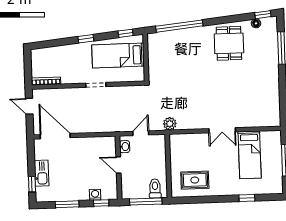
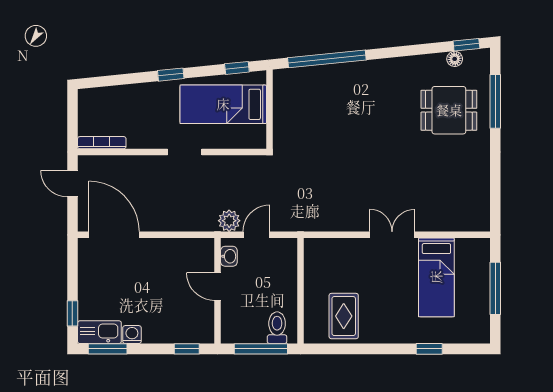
dining table: (229, 43) -> (449, 110), moved, turned 90
plant: (170, 124) -> (229, 221), moved
double door: (222, 130) -> (392, 235), swing flipped
kitchen sink: (42, 173) -> (99, 332), moved, turned -90
rug: (195, 180) -> (344, 316), turned 90
washing machine: (95, 195) -> (132, 335), moved
window: (67, 204) -> (108, 349), moved

